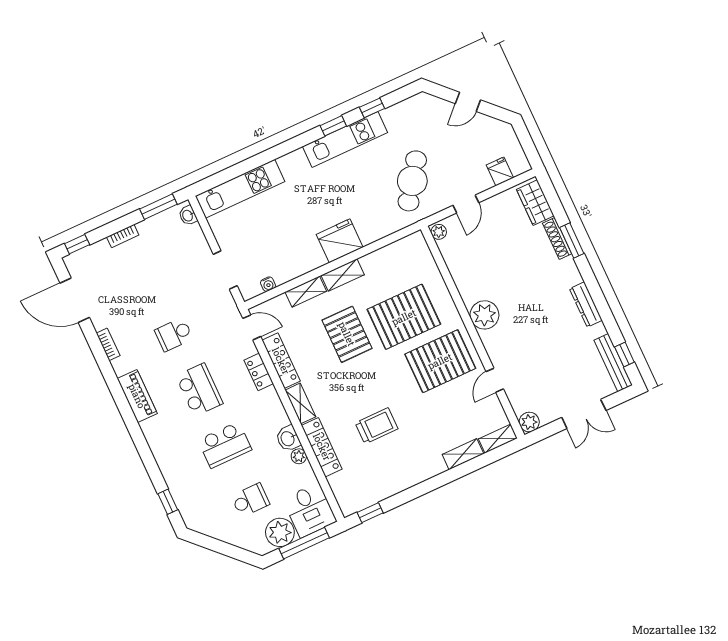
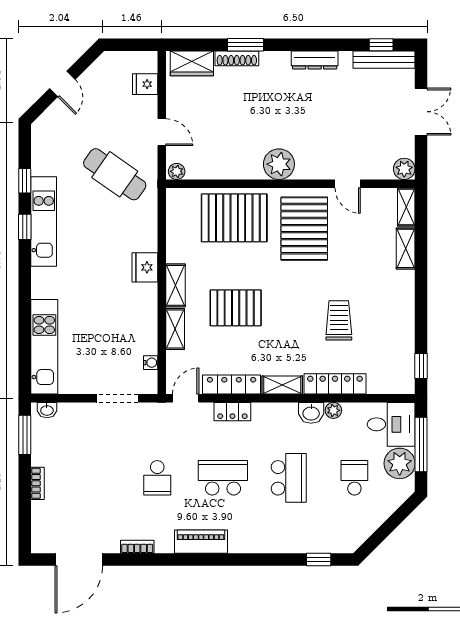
fridge: (340, 241) -> (145, 267), width x0.73, depth x0.75
window: (77, 244) -> (25, 532), removed
pallet: (404, 317) -> (234, 218), moved, turned 90

